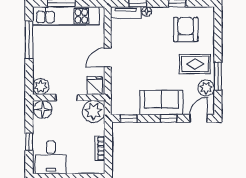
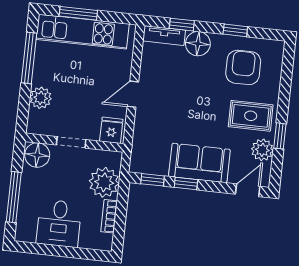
floor lamp: (147, 11) -> (198, 44), width x1.89, depth x1.89
window: (218, 76) -> (280, 136), width x0.67
plant: (41, 87) -> (41, 98), moved
plant: (94, 111) -> (104, 182), moved
window: (169, 118) -> (186, 183), moved
window: (29, 142) -> (14, 197), width x2.17
desk: (51, 157) -> (59, 223), moved

